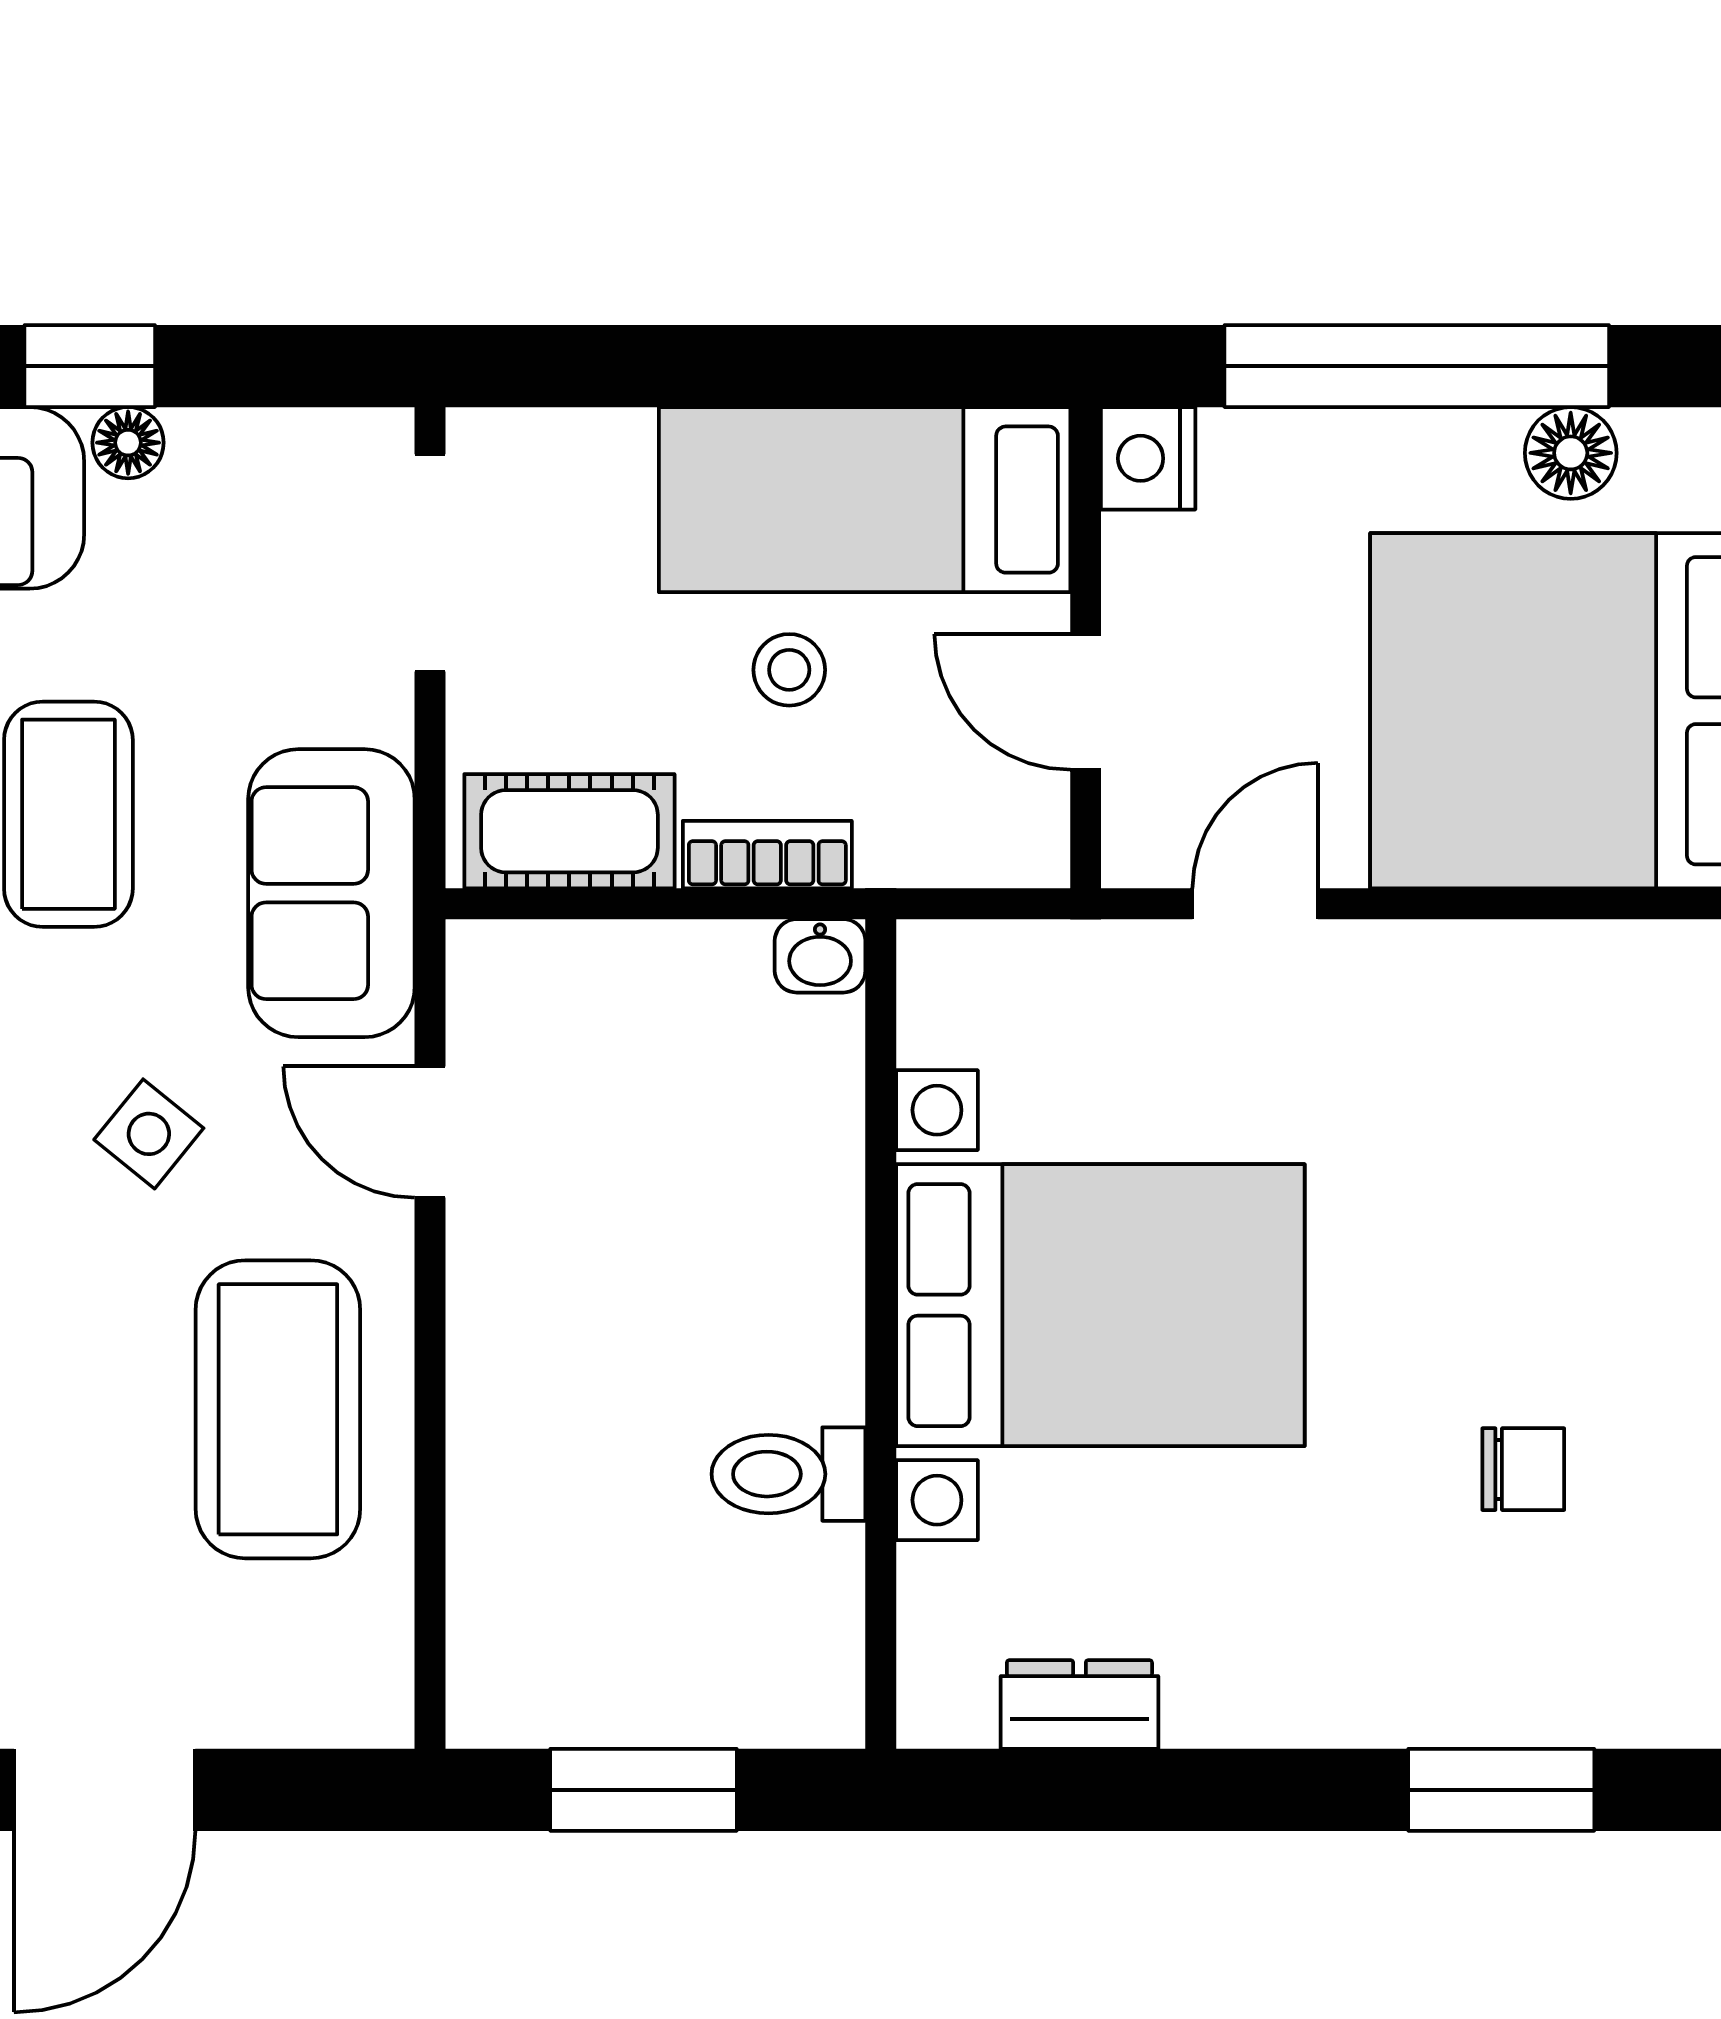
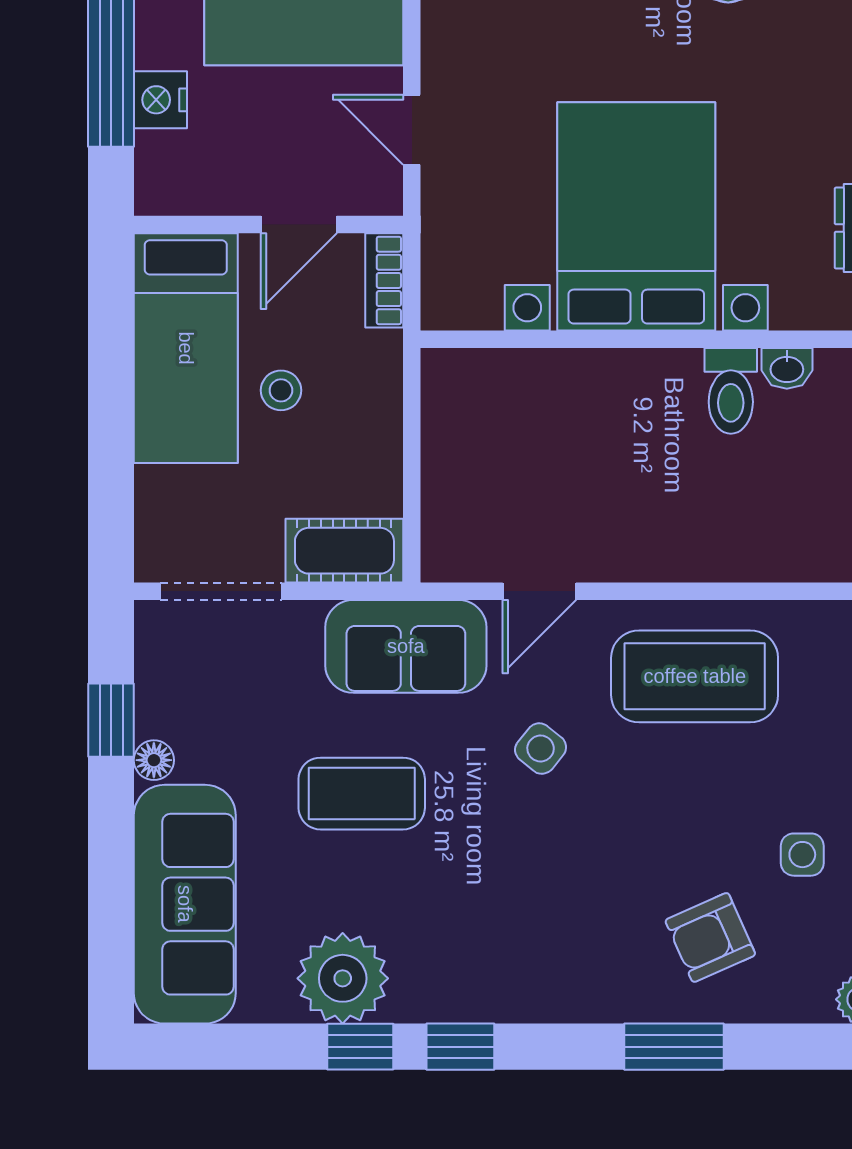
window: (90, 366) -> (111, 720), moved
nightstand: (1148, 458) -> (160, 100), moved, turned 90
cot: (569, 831) -> (344, 551), moved, turned 90
bookcase: (767, 855) -> (384, 280), moved
washbasin: (820, 956) -> (787, 368), moved, turned 90

